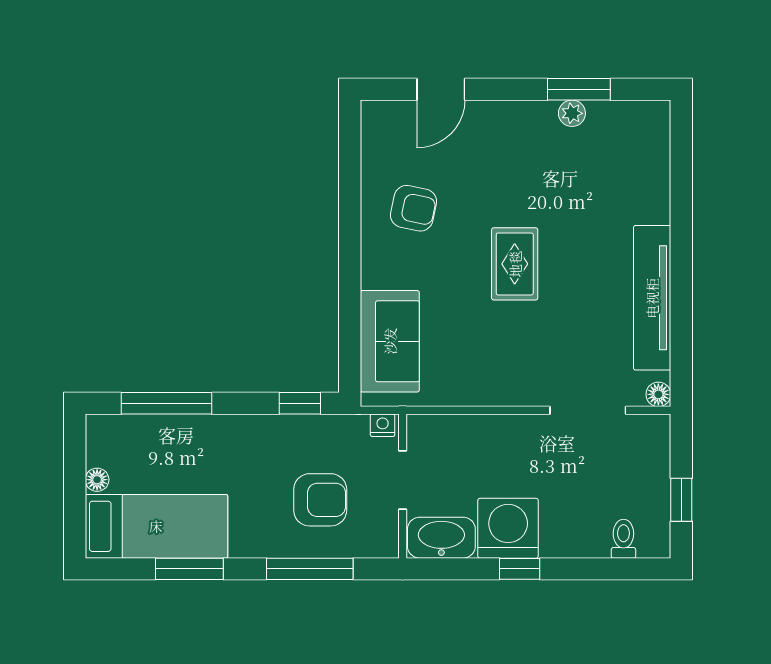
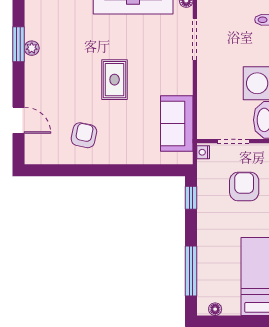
rug: (515, 264) -> (115, 80), turned 90
sofa: (390, 341) -> (177, 123), moved, turned -90
floor lamp: (97, 480) -> (215, 309), moved

